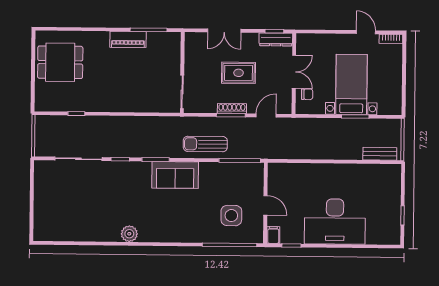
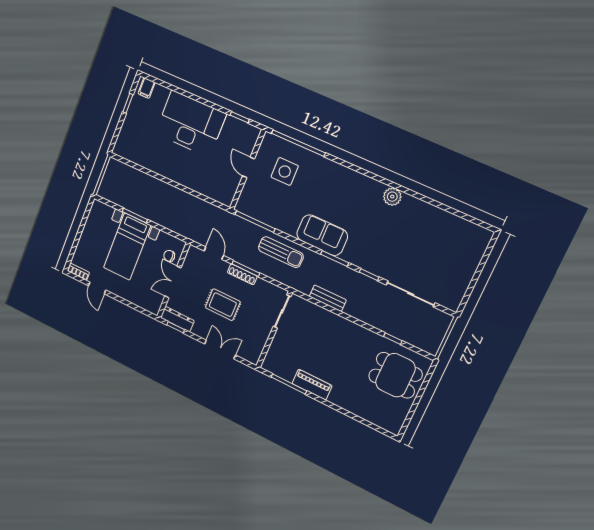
dining table: (60, 62) -> (395, 375), moved
door: (266, 116) -> (214, 253), swing flipped
bench: (380, 154) -> (328, 298), moved
filing cabinet: (273, 235) -> (147, 88), moved

